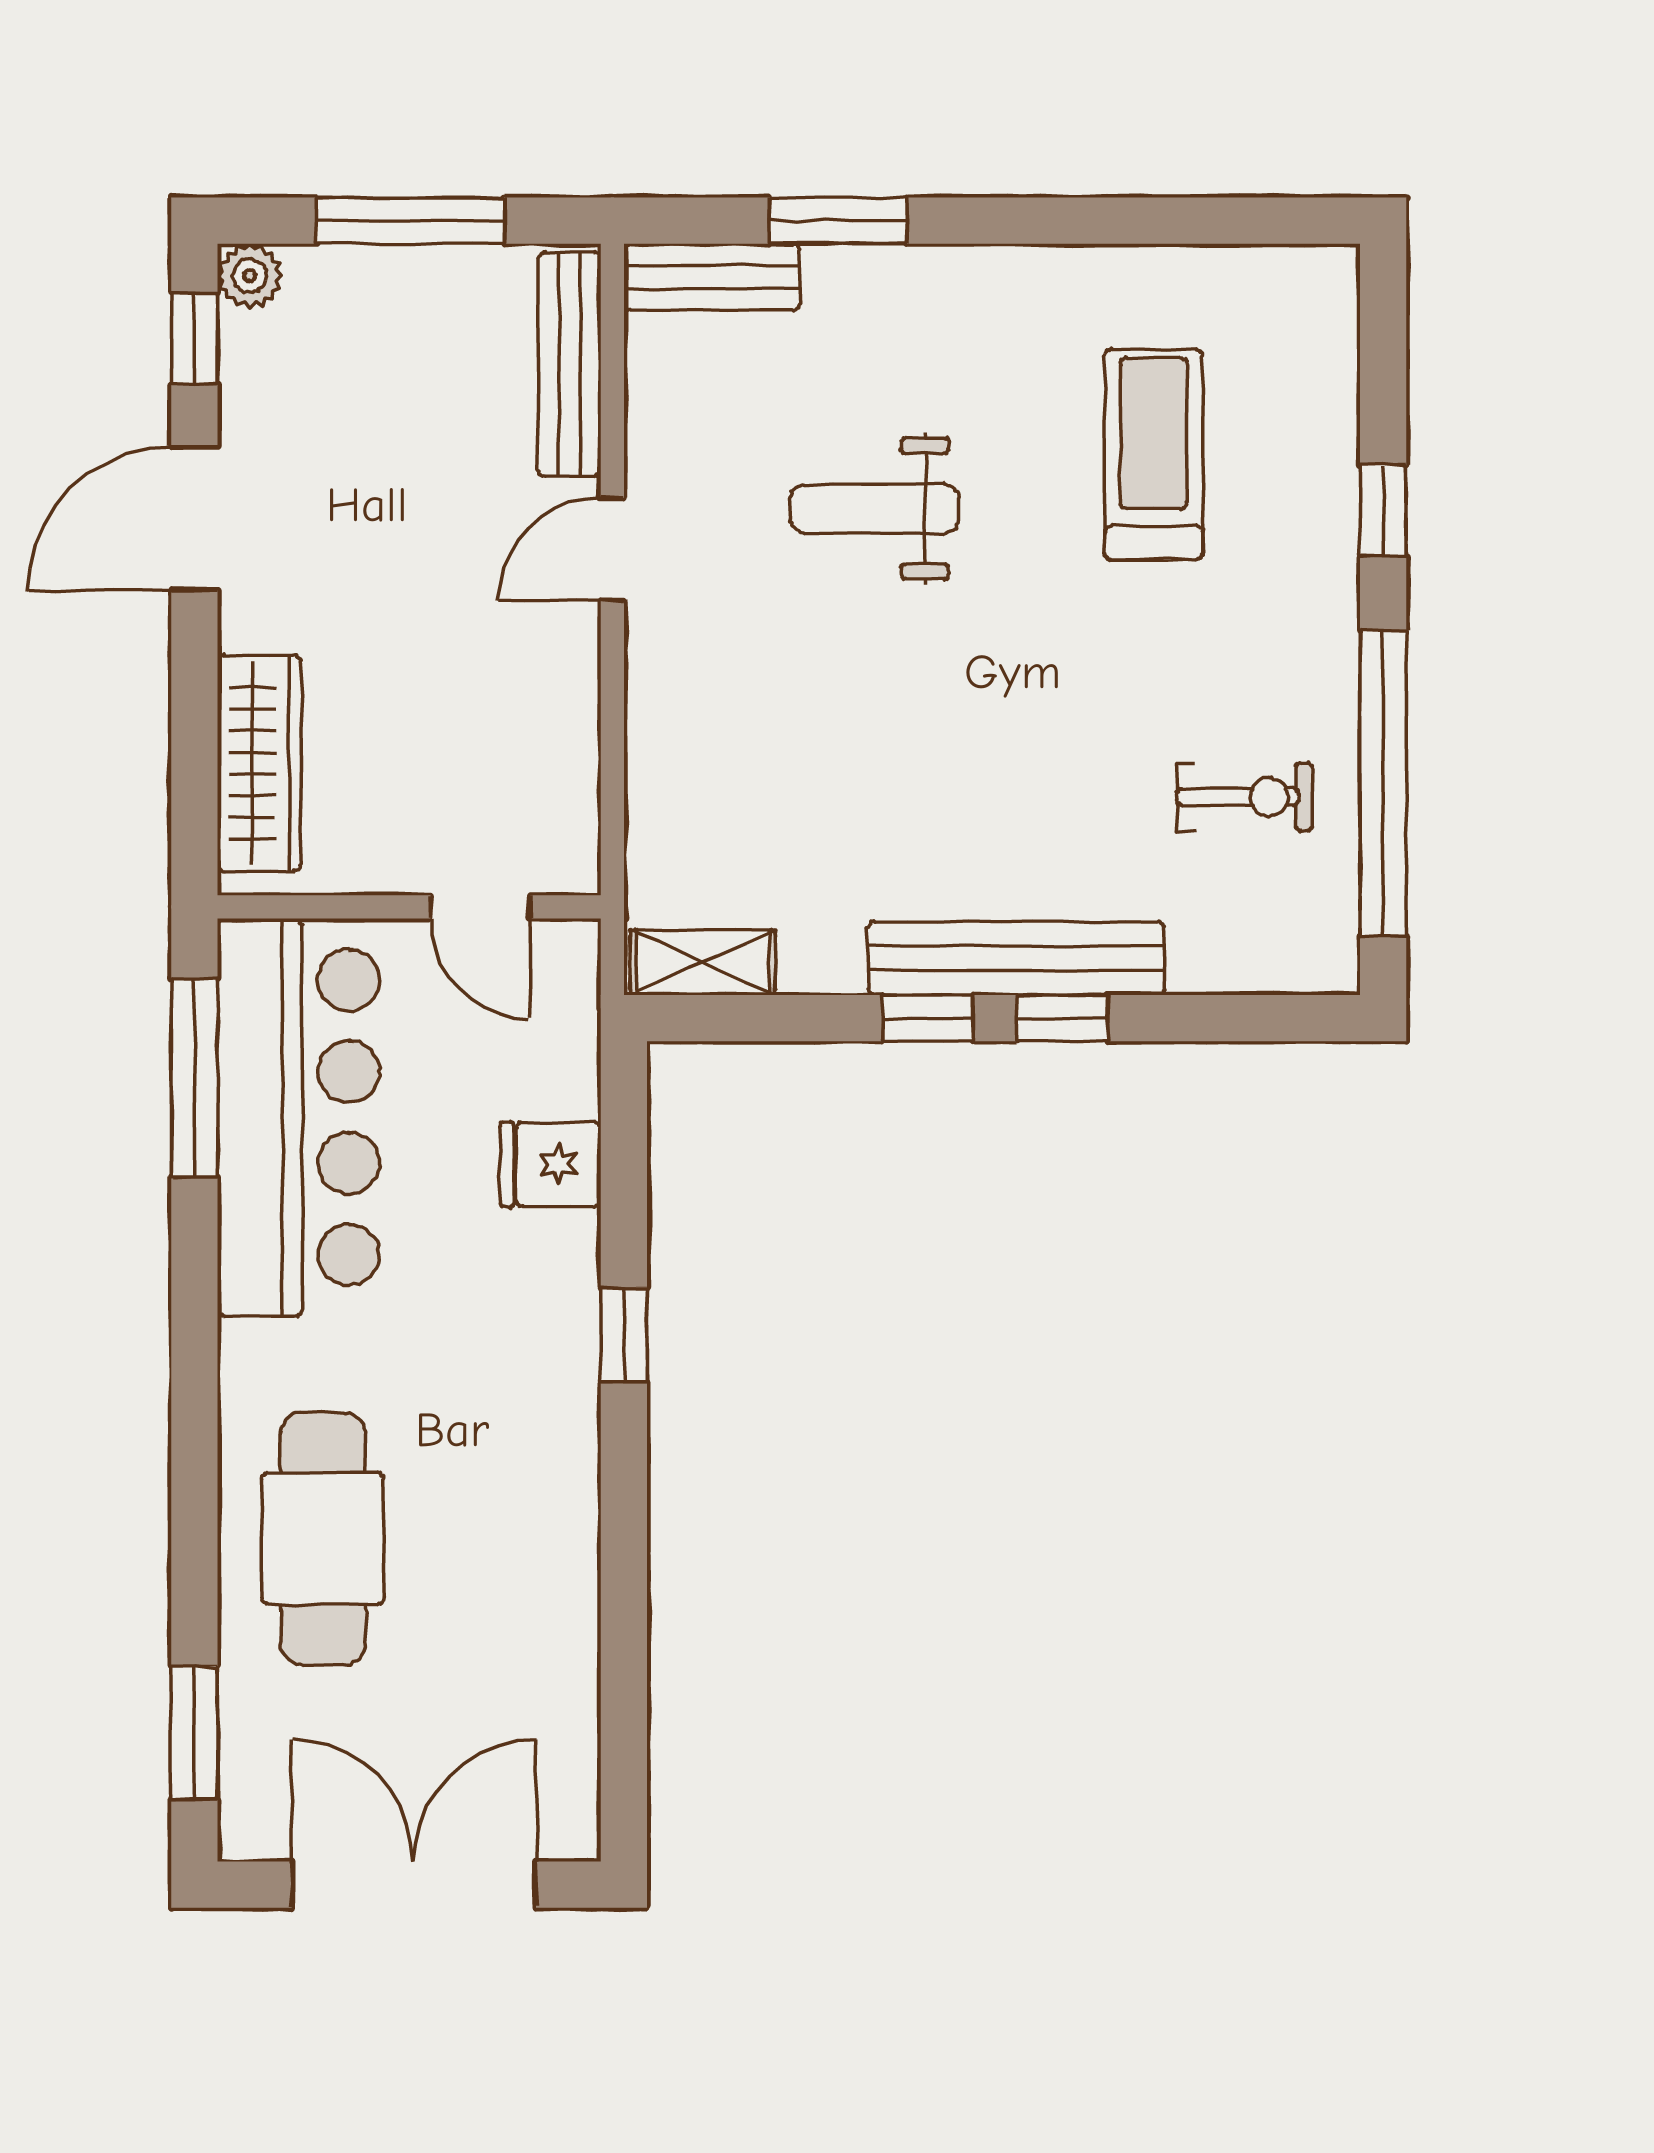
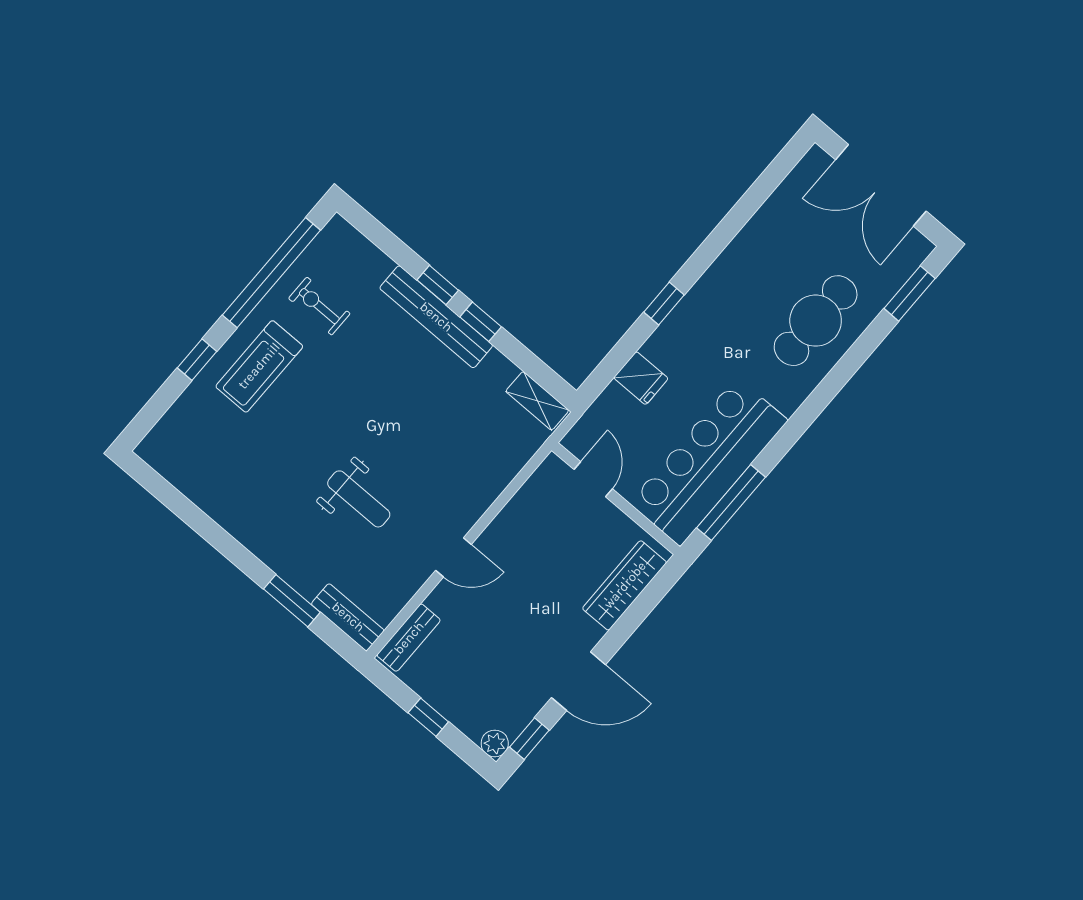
window: (411, 221) -> (428, 717), width x0.46
bench: (570, 364) -> (409, 638), width x0.73
treadmill: (1154, 454) -> (259, 366), moved

